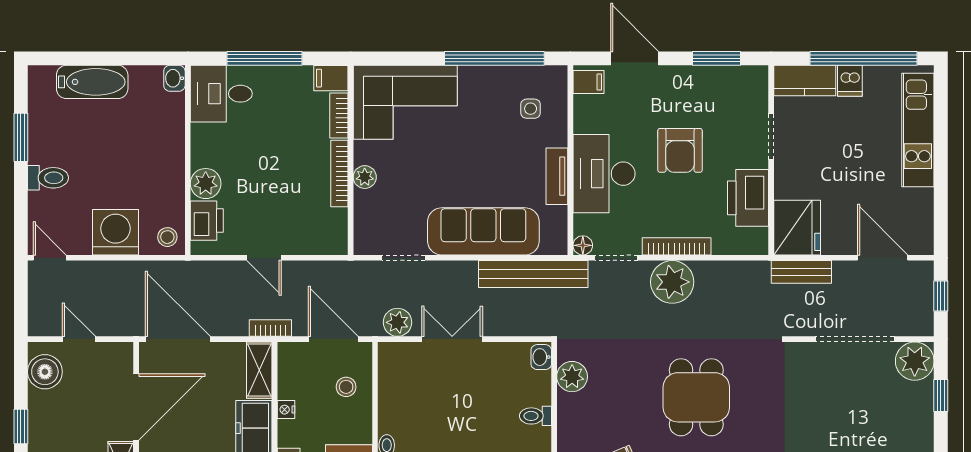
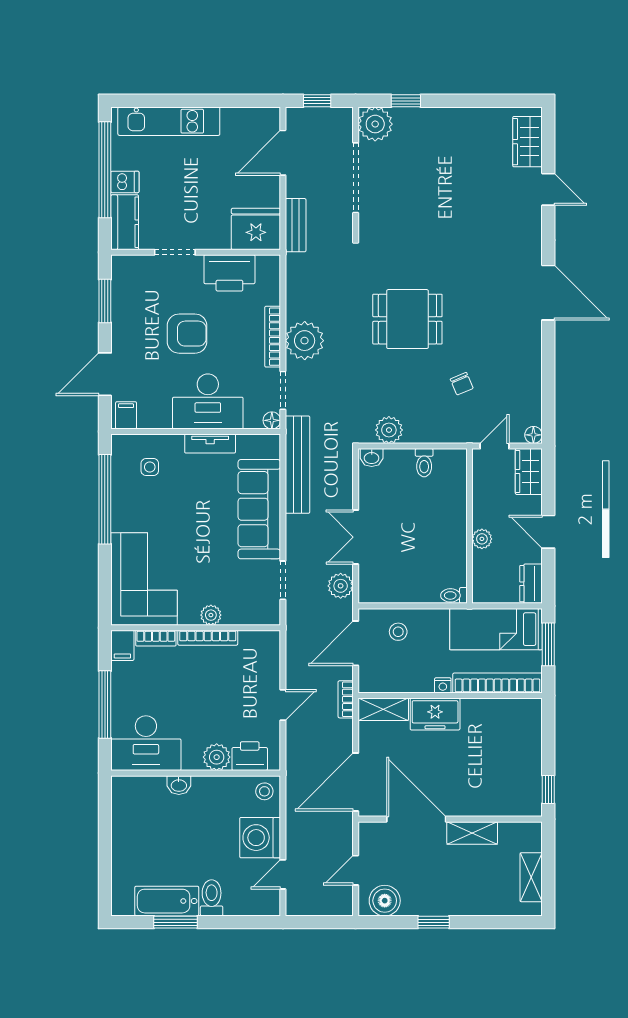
washbasin: (174, 78) -> (179, 785), moved
bathtub: (92, 82) -> (167, 901), moved, turned -90
desk: (221, 94) -> (146, 743), width x1.37
door: (50, 258) -> (283, 874), moved
nightstand: (286, 410) -> (443, 685), moved

